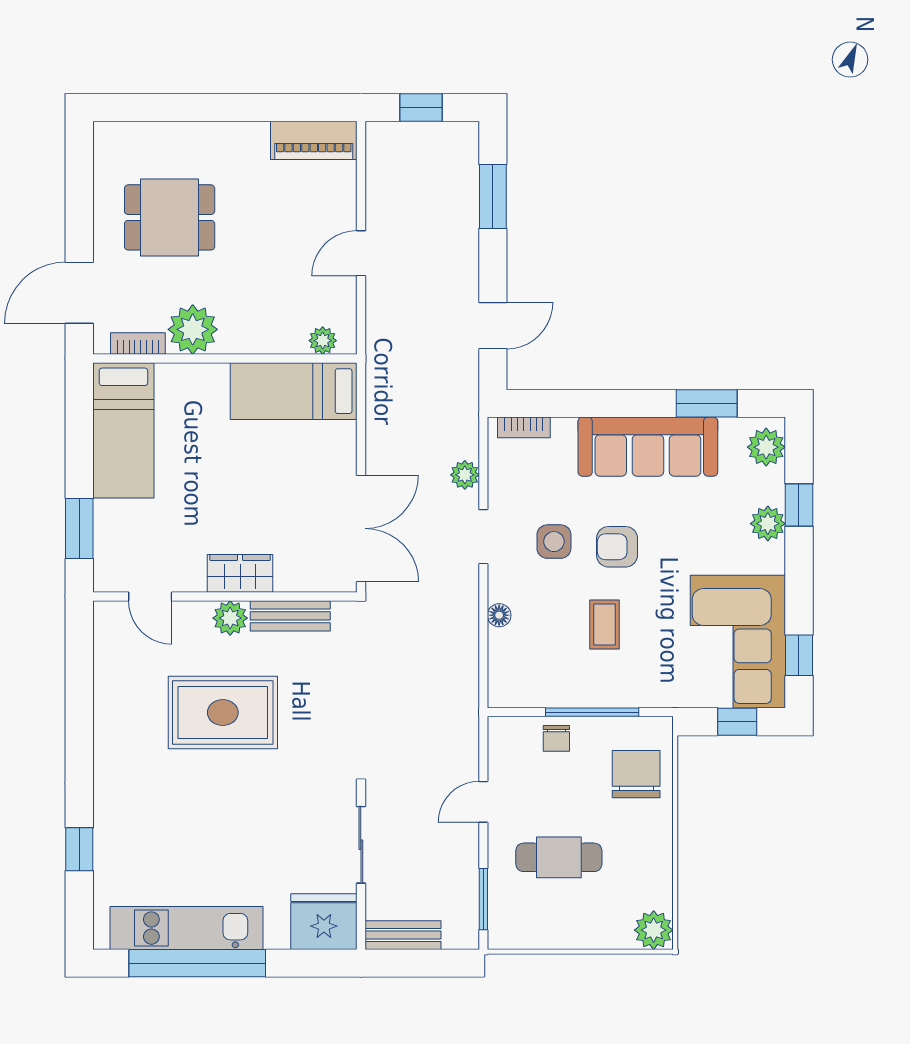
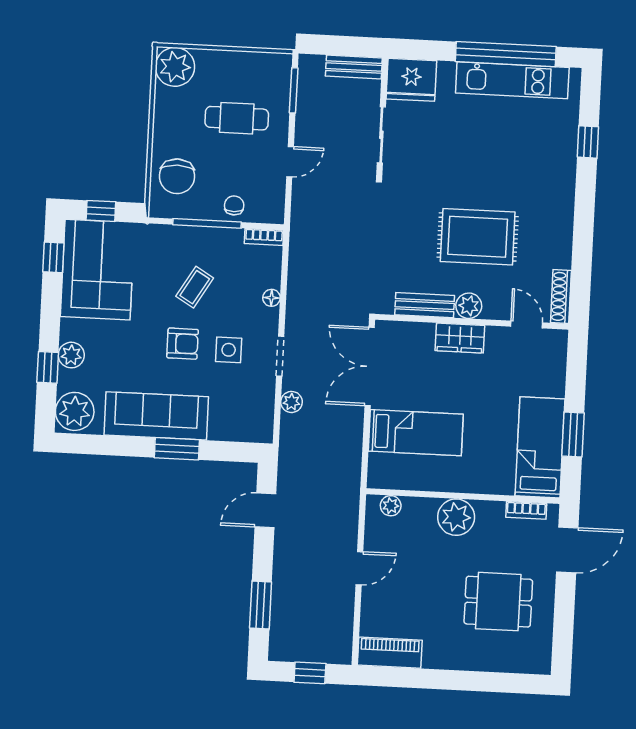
plant: (193, 329) -> (456, 517), moved
bed: (294, 391) -> (416, 433), moved
window: (707, 403) -> (177, 449), moved
bookcase: (524, 427) -> (264, 237), moved, turned 180
plant: (766, 447) -> (75, 411), width x1.36, depth x1.36
window: (79, 529) -> (573, 435), moved
coffee table: (604, 624) -> (195, 287), turned 31
shoe rack: (105, 637) -> (561, 297), added
plant: (654, 930) -> (175, 67), width x1.36, depth x1.36

